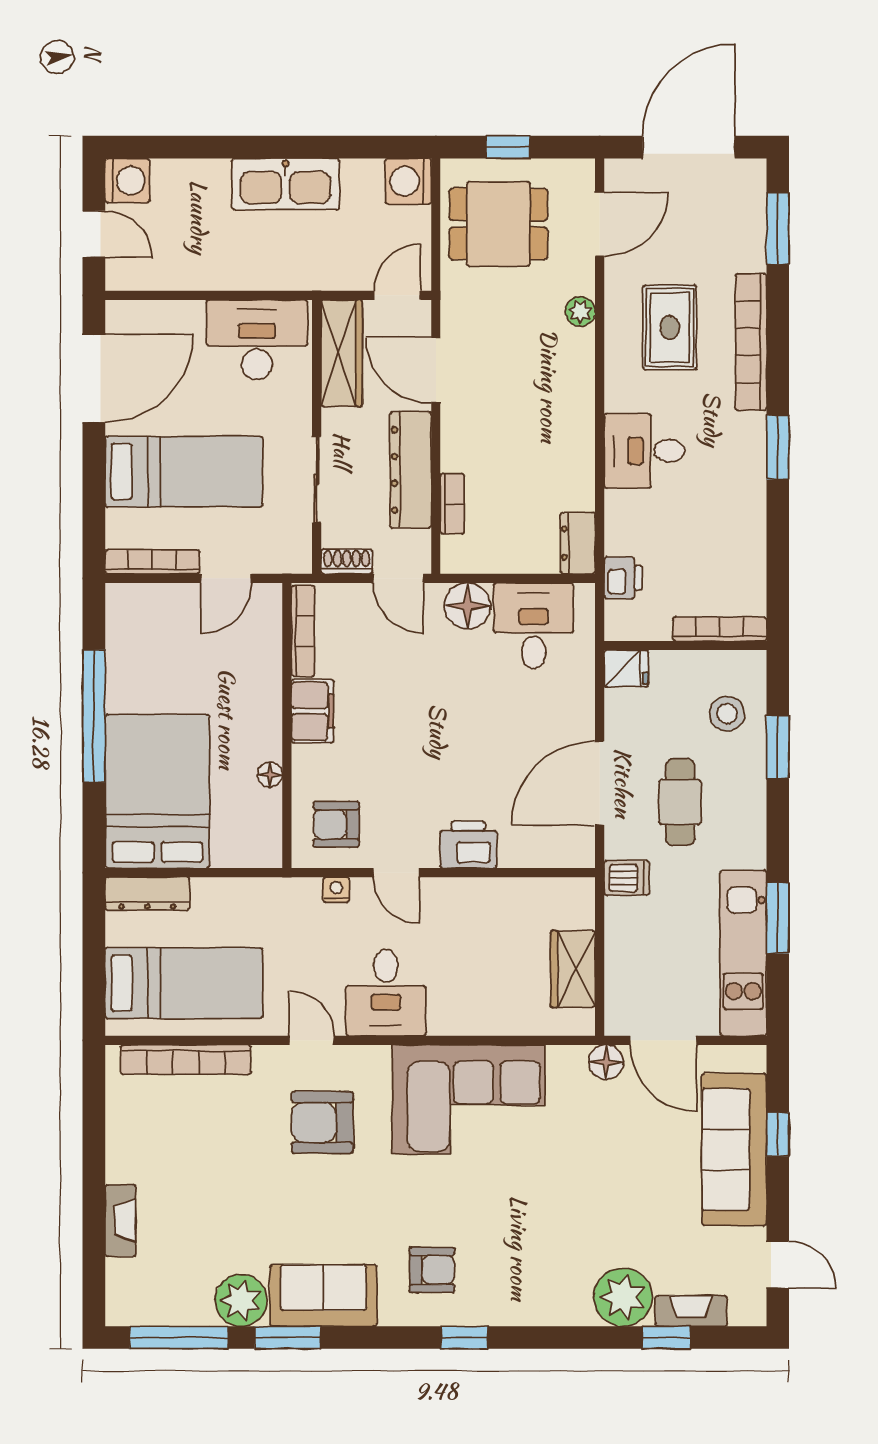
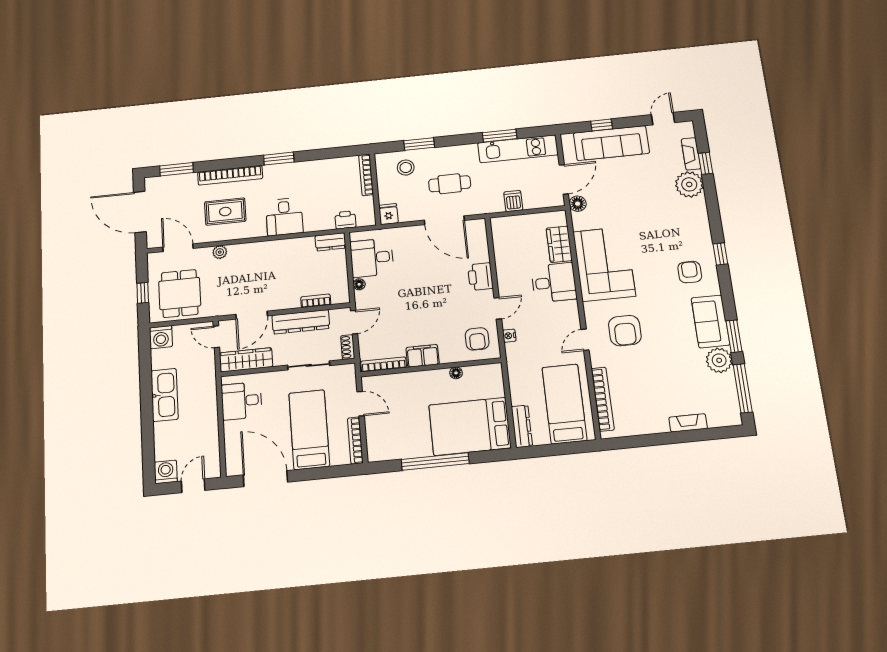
desk: (257, 340) -> (242, 401), width x0.73
floor lamp: (468, 606) -> (359, 284), width x0.53, depth x0.53
dishwasher: (627, 878) -> (513, 201), moved
wardrobe: (573, 969) -> (559, 244), moved, turned 90
desk: (386, 993) -> (554, 283), moved

